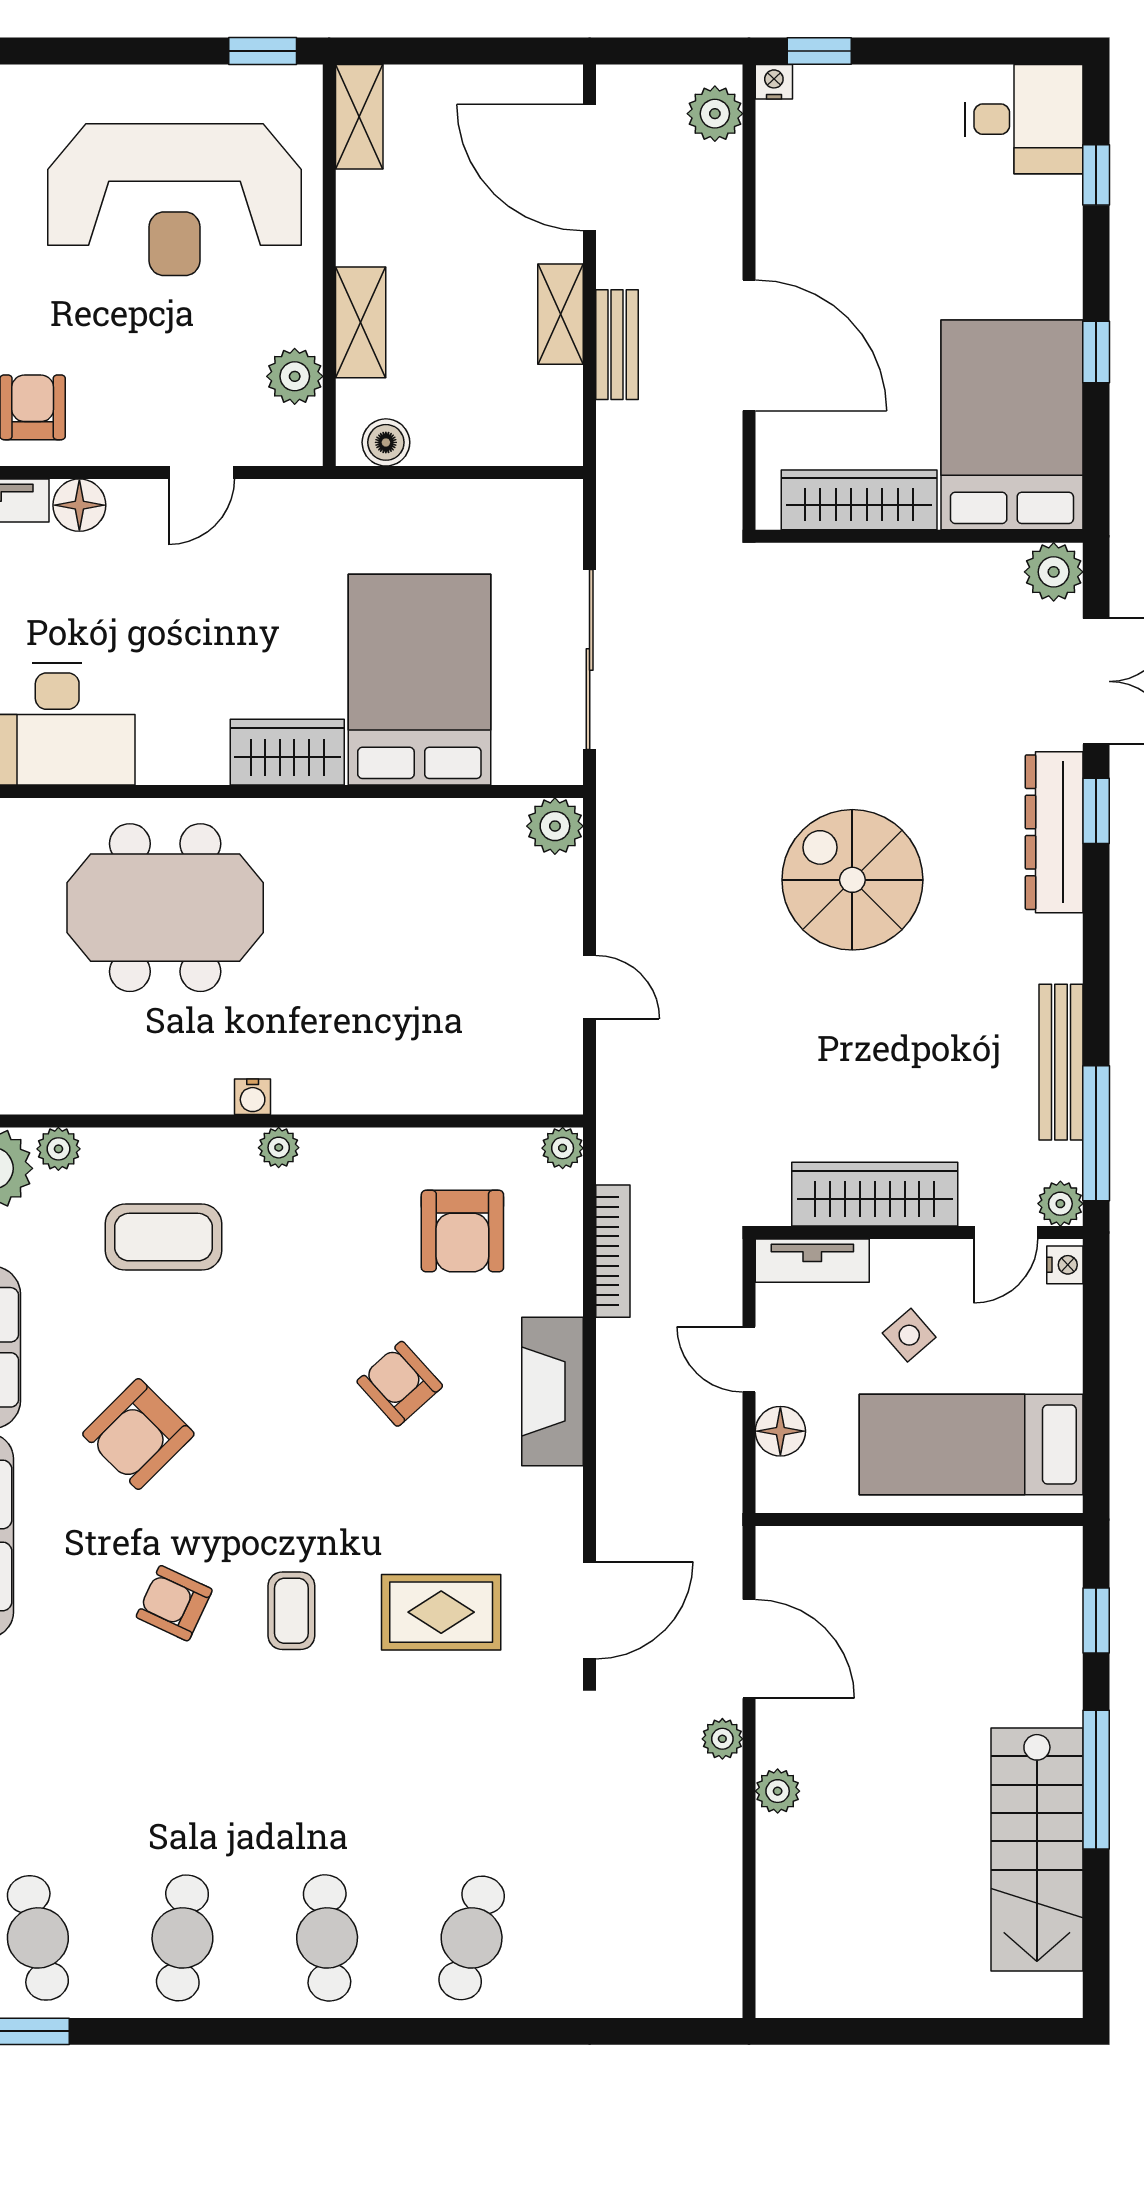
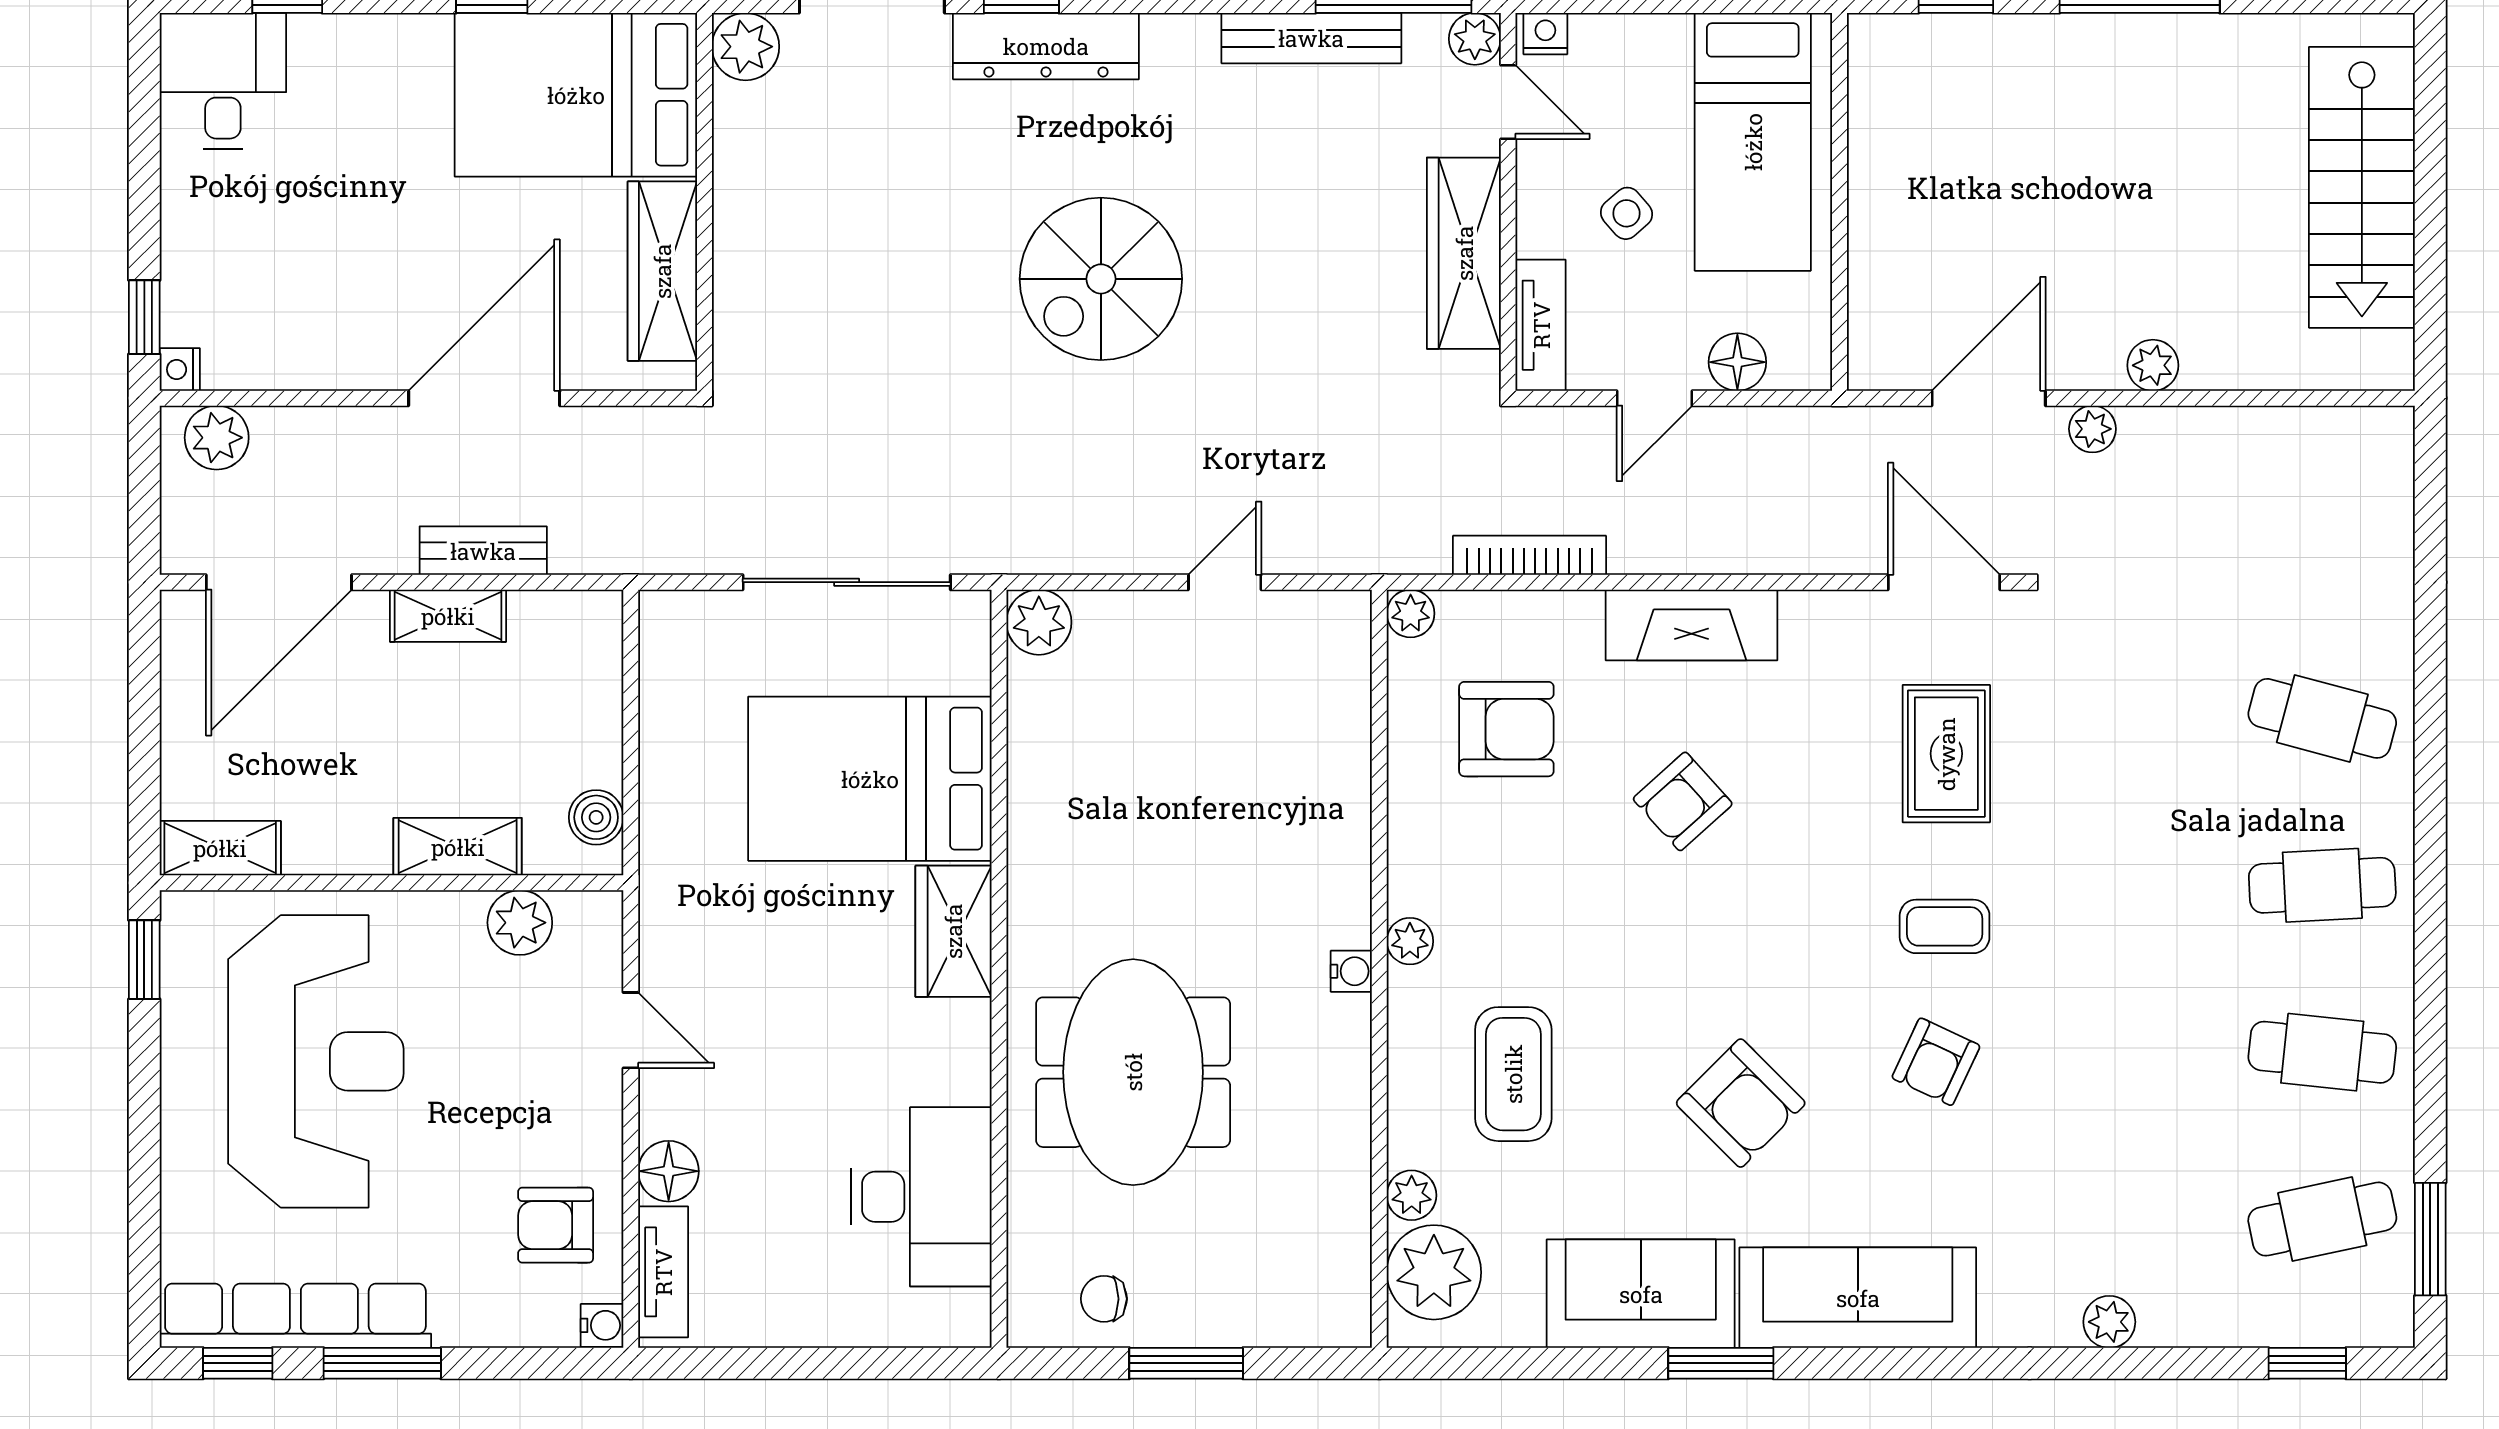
stairs: (1037, 1850) -> (2362, 187), moved, turned 90

